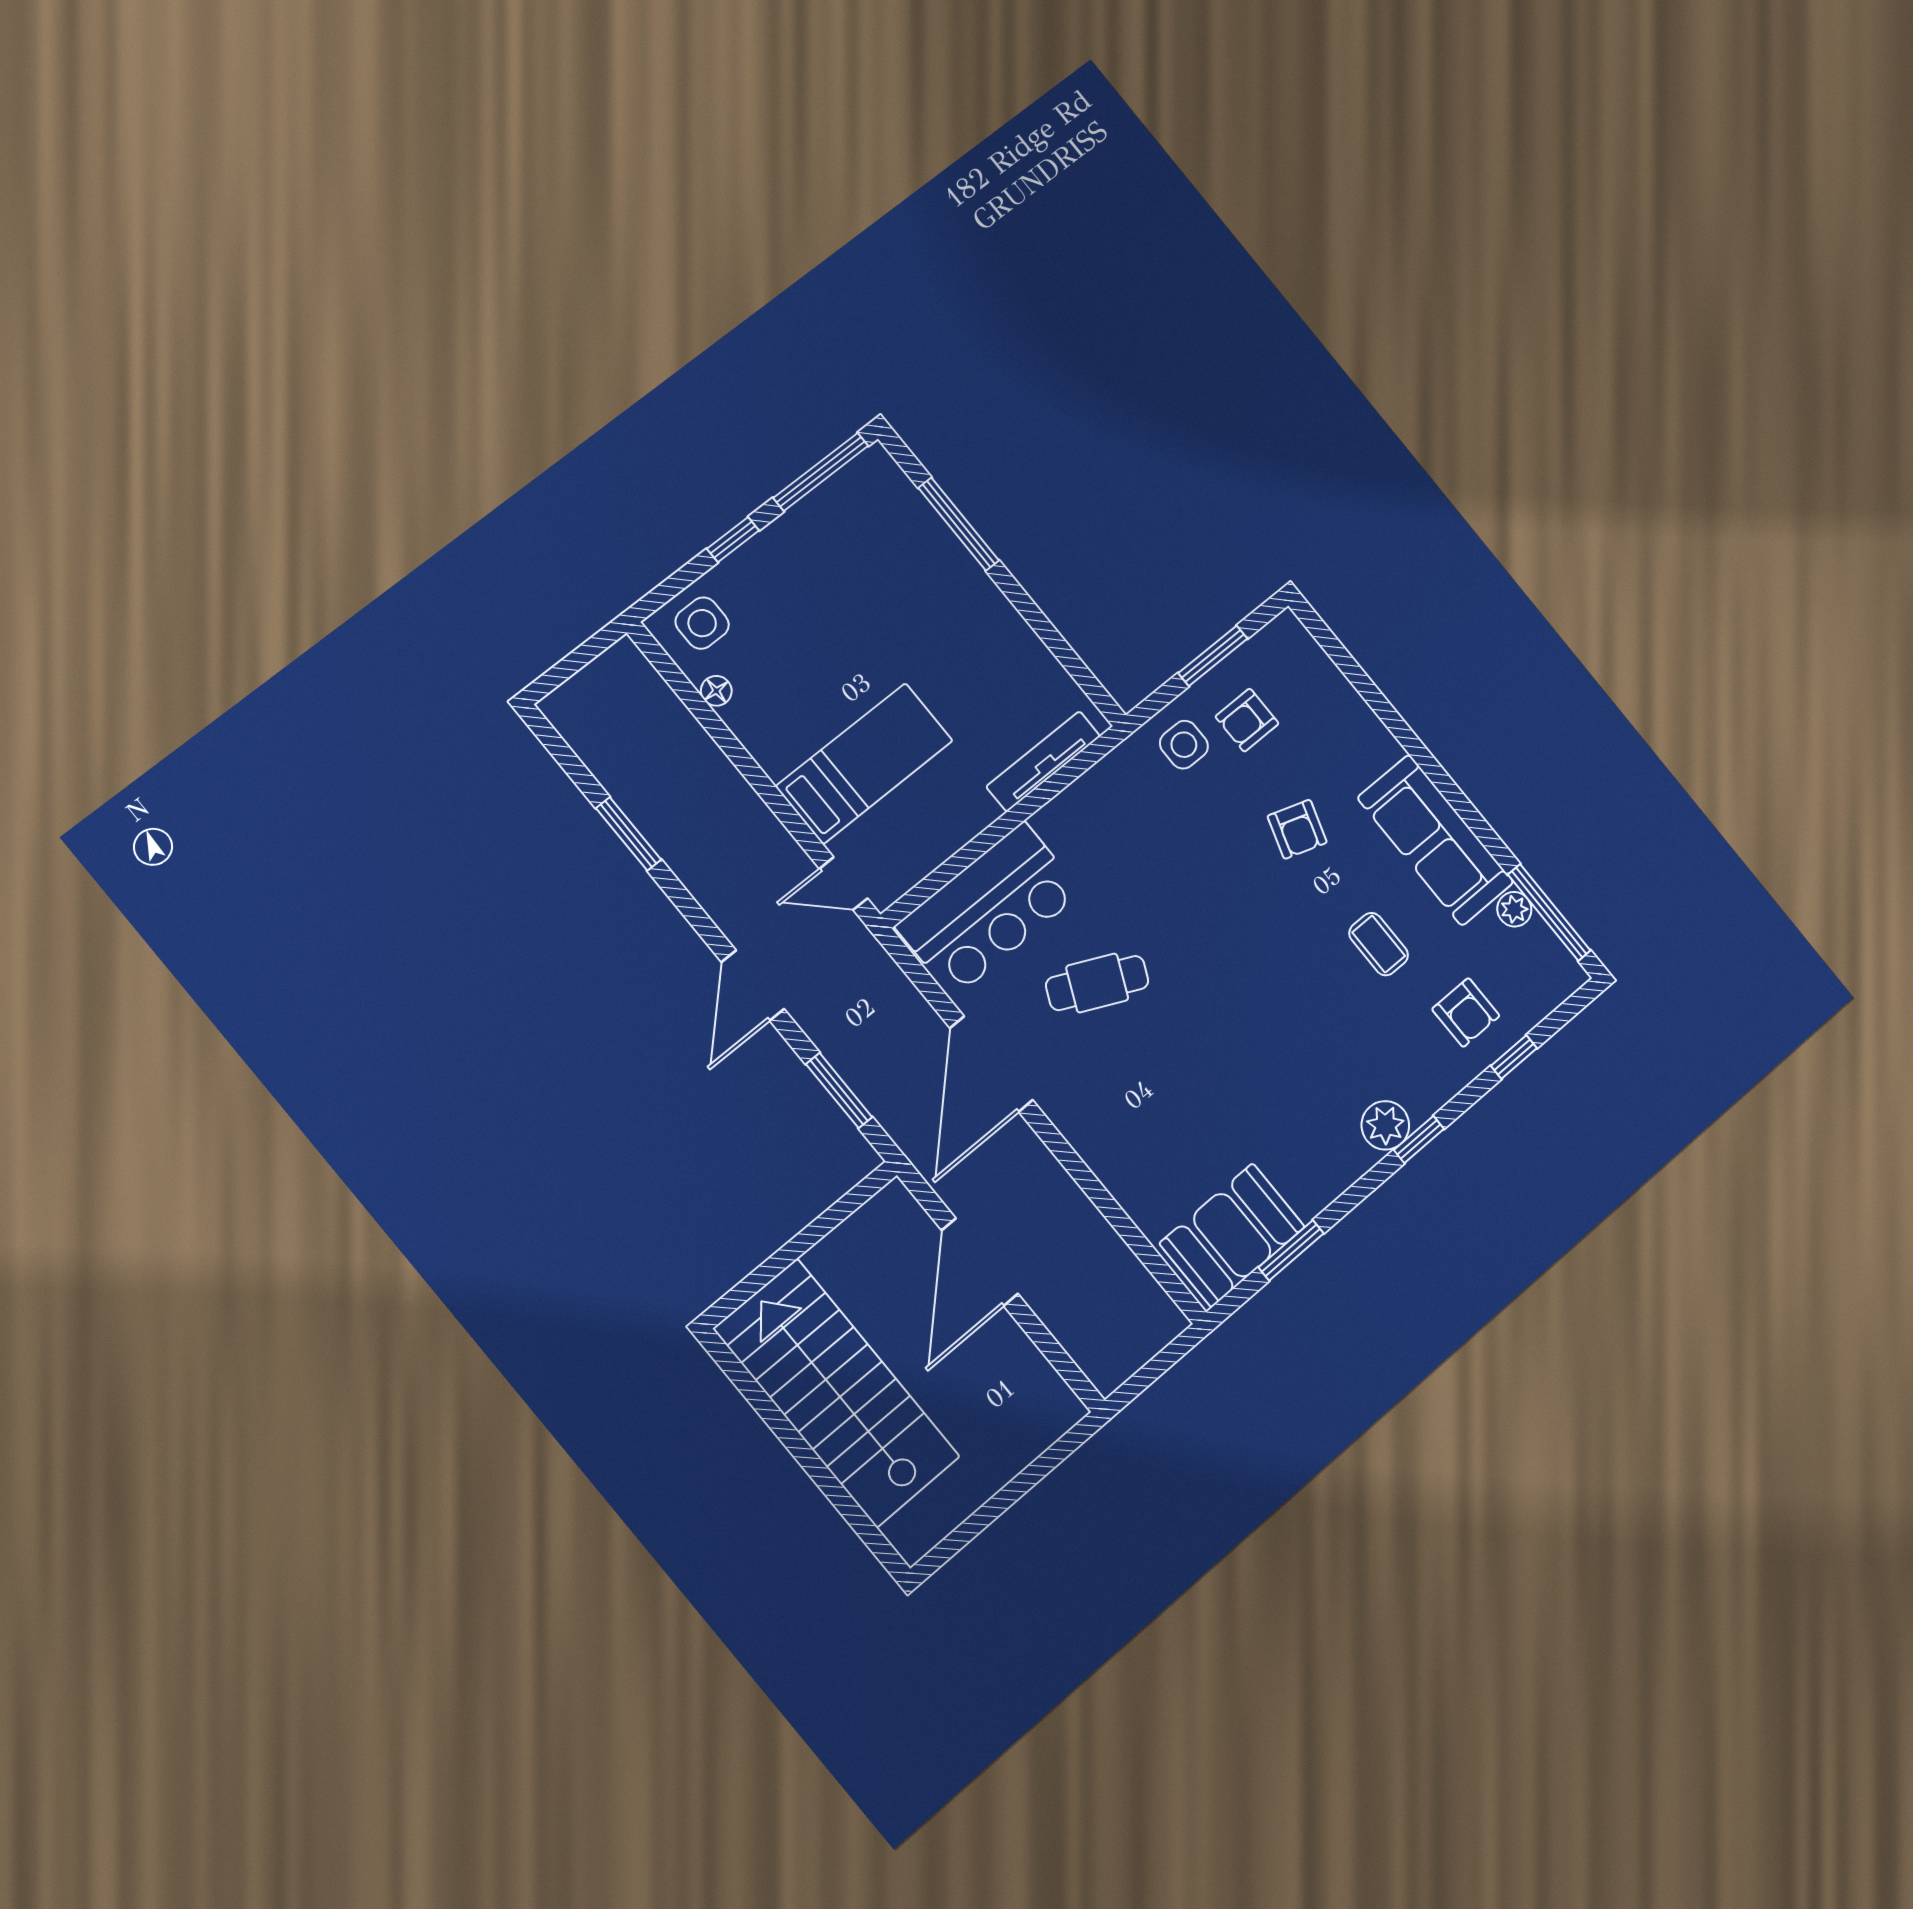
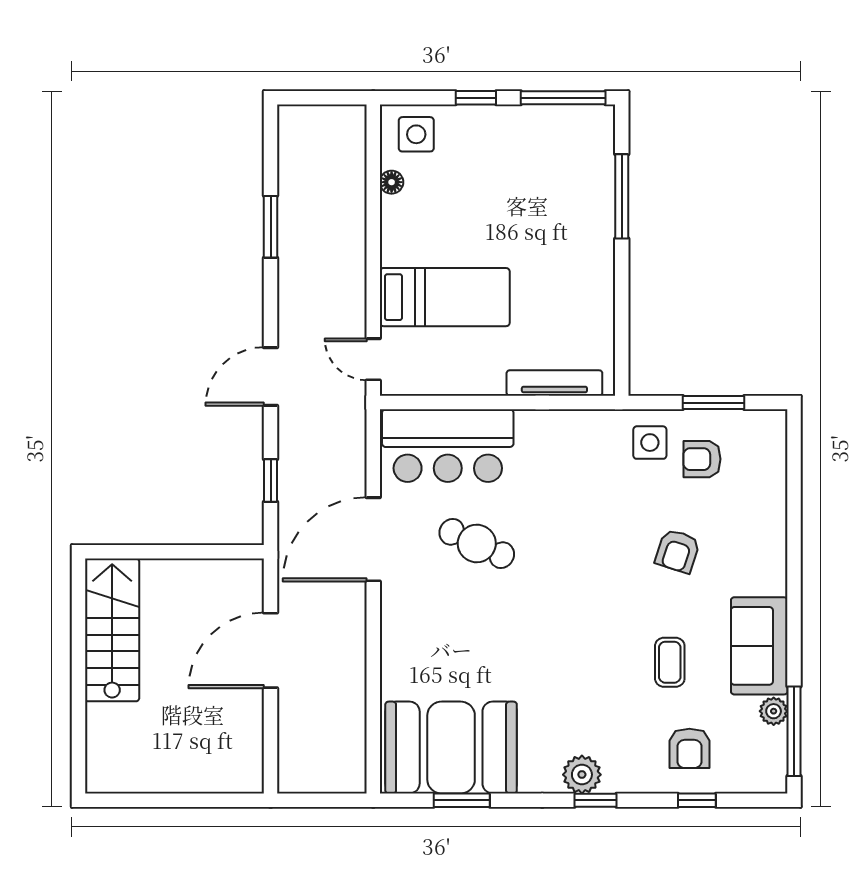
sofa: (1436, 840) -> (759, 646), width x0.73
window: (839, 1091) -> (271, 480), width x0.67
booth: (1232, 1235) -> (451, 748), width x1.36, depth x1.42
stairs: (837, 1393) -> (112, 630), width x0.73, depth x0.66

